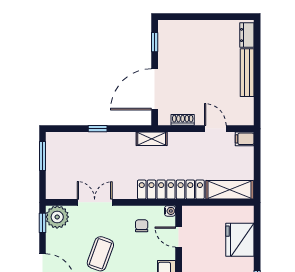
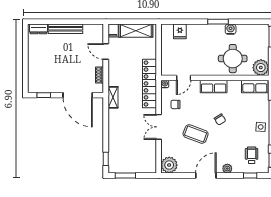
window: (98, 129) -> (106, 159), moved
door: (215, 129) -> (106, 52), hinge flipped
shelving: (230, 190) -> (136, 31), moved, turned 90
double door: (95, 202) -> (159, 127), moved
window: (43, 223) -> (173, 176), removed
fridge: (240, 240) -> (180, 31), width x0.53, depth x0.75

